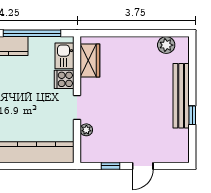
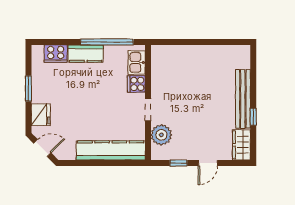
plant: (166, 45) -> (229, 53), removed
wardrobe: (90, 61) -> (241, 145), moved, turned 180
plant: (86, 130) -> (161, 135), width x1.88, depth x1.88

